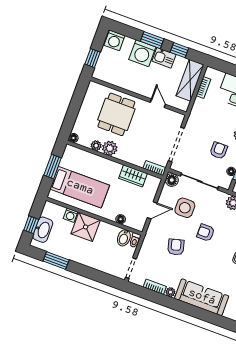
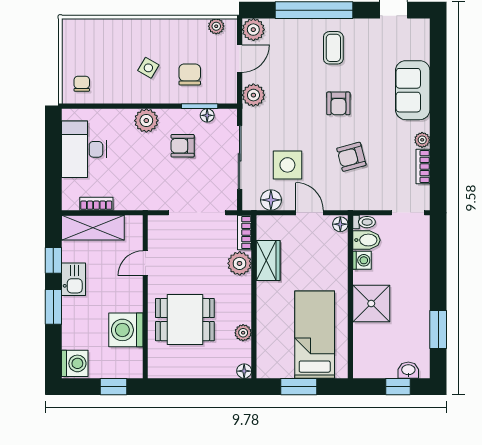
washing machine: (142, 53) -> (126, 330), moved, turned 180
plant: (110, 148) -> (240, 263), moved
floor lamp: (172, 180) -> (271, 200), moved
washing machine: (70, 215) -> (362, 260), moved
floor lamp: (121, 219) -> (340, 224), moved
washbasin: (43, 230) -> (408, 370), width x0.52, depth x0.69
armchair: (206, 233) -> (338, 103), moved
sofa: (202, 297) -> (413, 90), width x0.73

